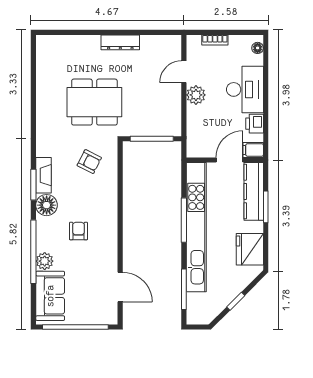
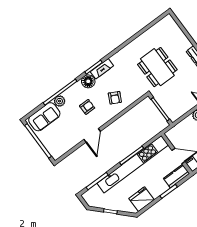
armchair: (89, 162) -> (115, 98), moved
kitchen counter: (254, 191) -> (177, 176), width x0.67
door: (120, 287) -> (92, 135), moved

